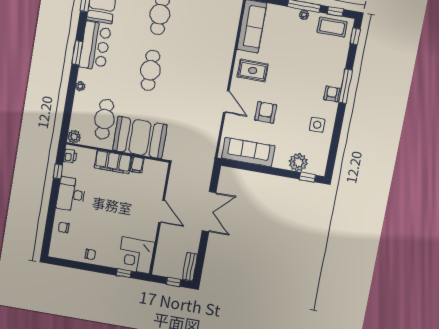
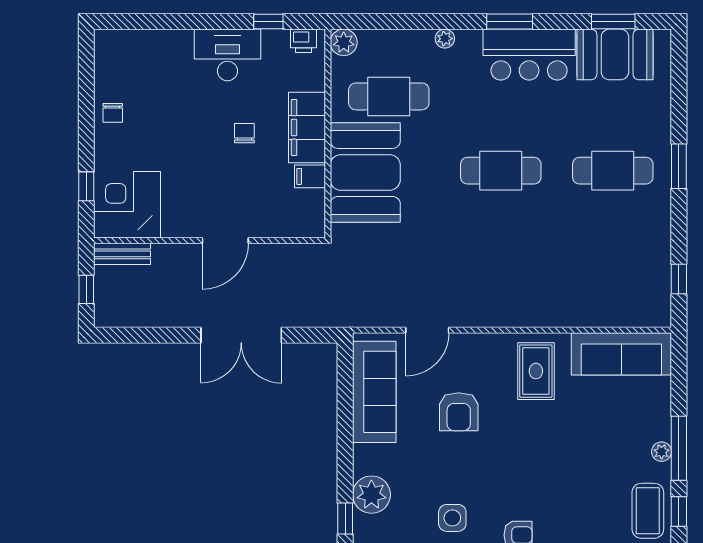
door: (226, 102) -> (427, 330), moved
armchair: (266, 112) -> (459, 412), turned 90
chair: (64, 227) -> (244, 133), moved
bench: (190, 267) -> (122, 254), moved

